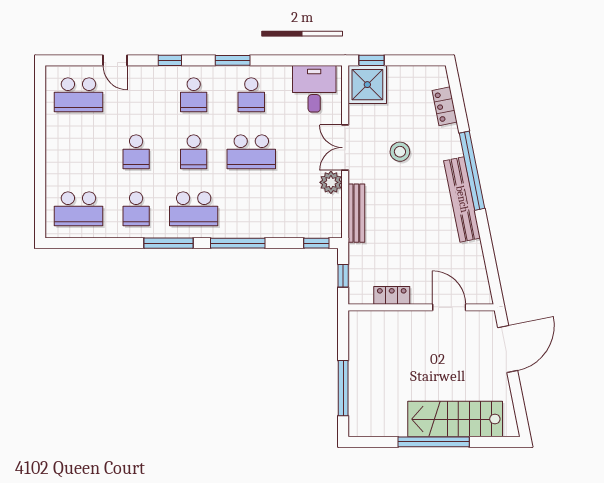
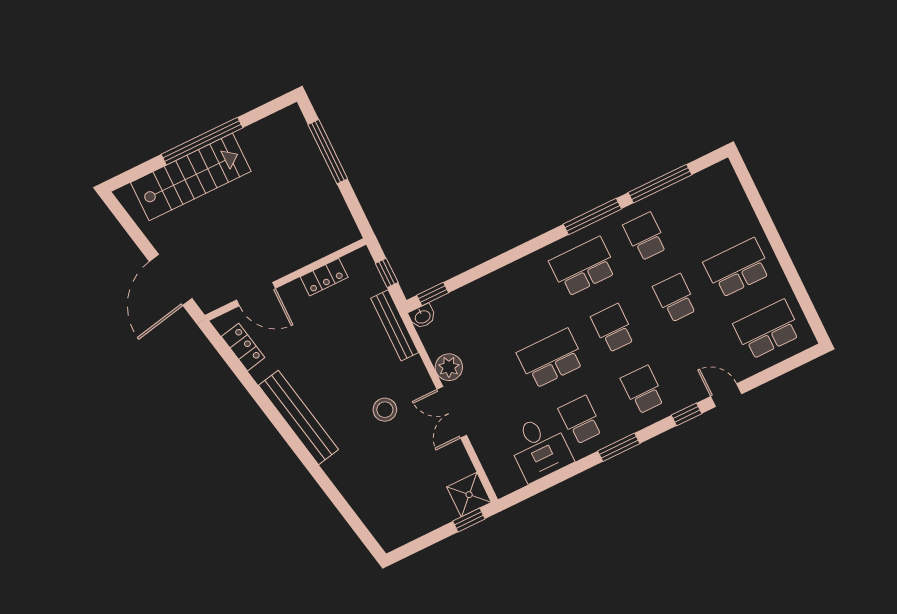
door: (115, 60) -> (726, 395), moved
shower: (367, 85) -> (469, 495), width x0.73, depth x0.73
desk: (314, 89) -> (539, 448), moved
locker: (445, 106) -> (243, 347), moved
double door: (345, 148) -> (452, 412), swing flipped
stool: (400, 152) -> (385, 410), moved
window: (472, 171) -> (303, 454), removed
school desk: (78, 209) -> (737, 268), moved
bench: (356, 213) -> (395, 325), moved
washbasin: (332, 230) -> (422, 316), added
window: (238, 243) -> (660, 184), moved

